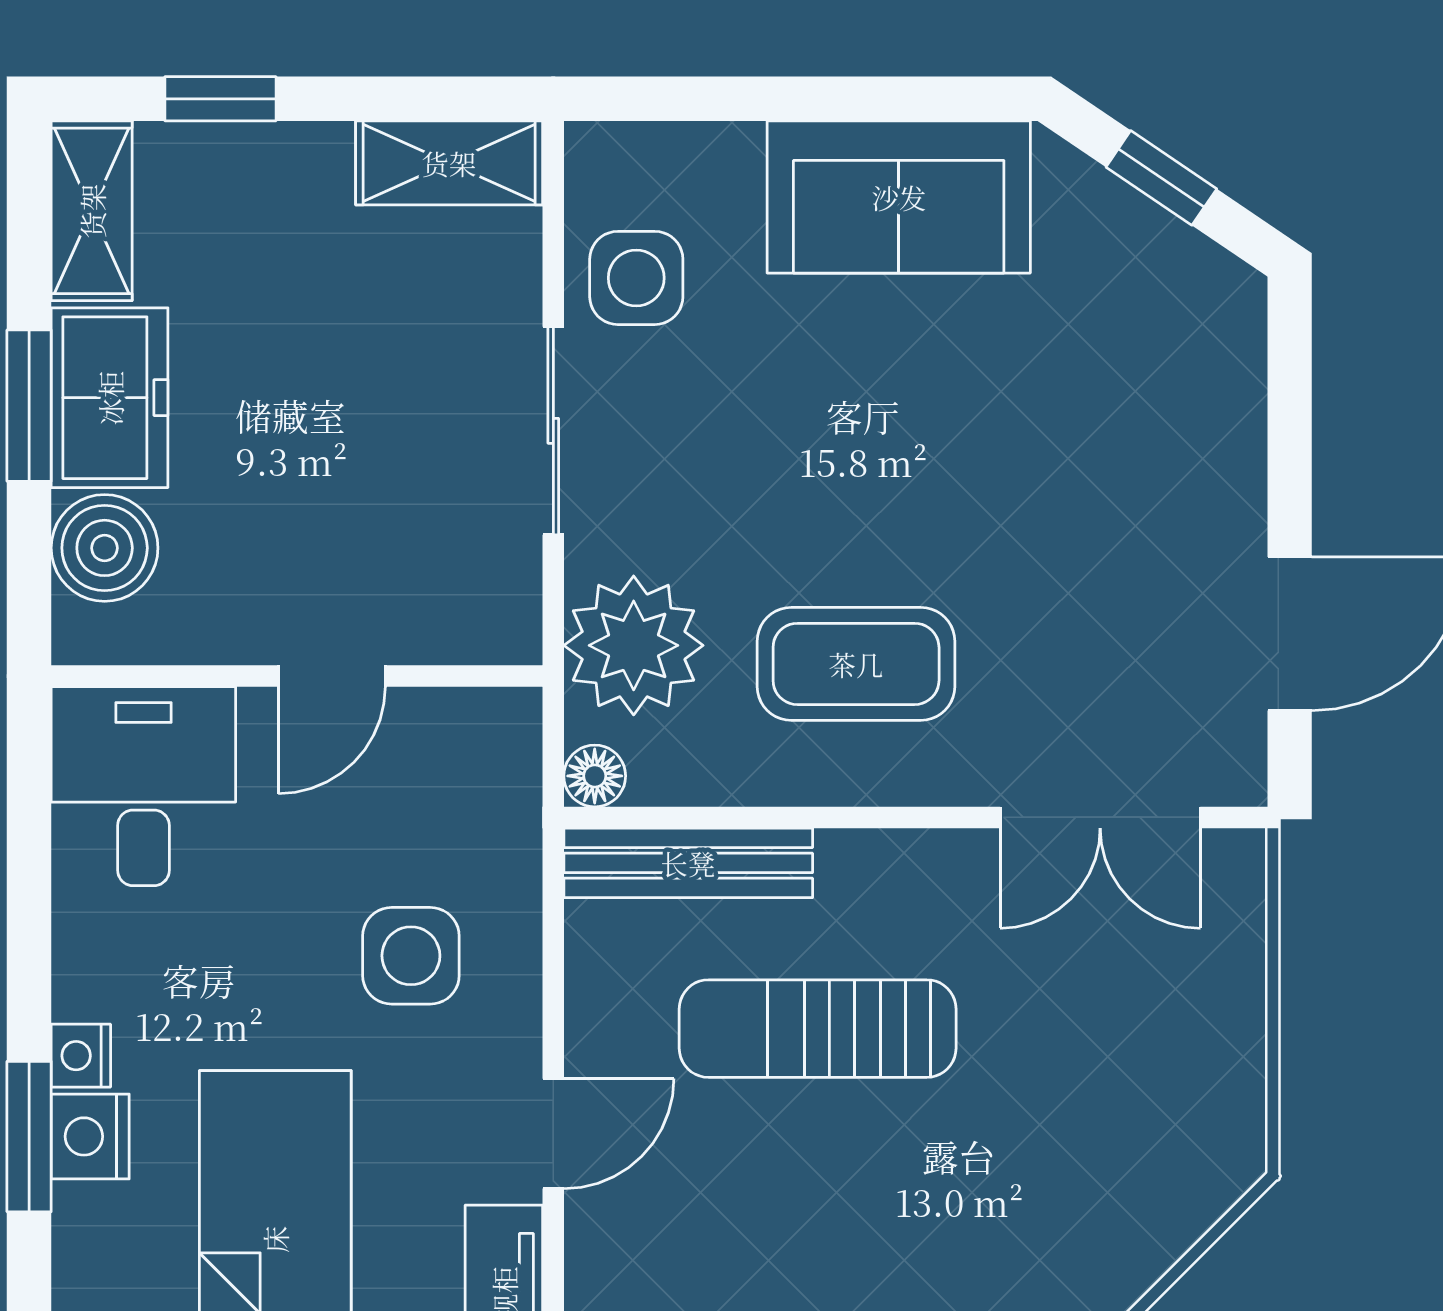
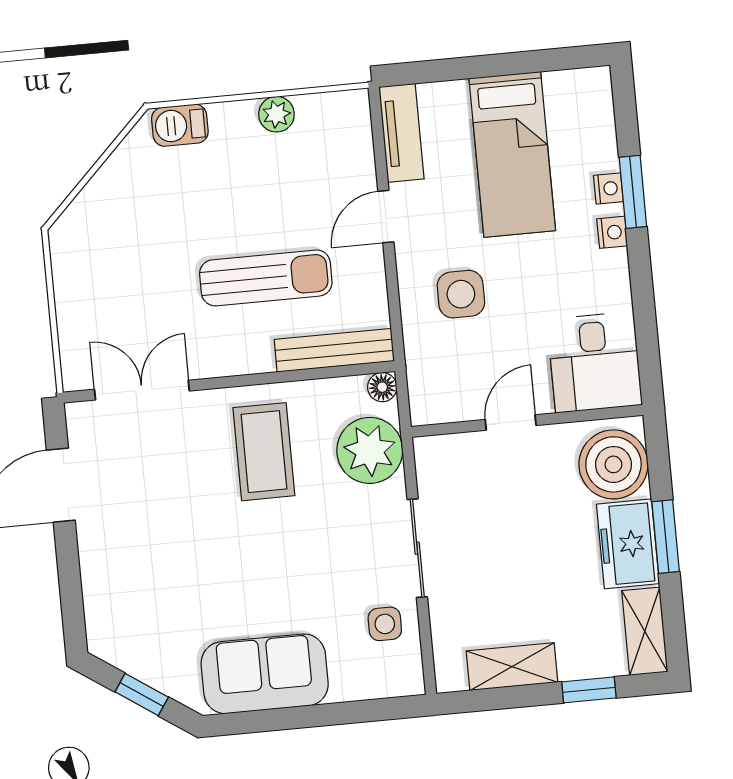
shelving: (449, 163) -> (512, 667), moved
side table: (636, 278) -> (385, 624), width x0.73, depth x0.73
boiler: (105, 548) -> (613, 464), width x1.37, depth x1.37
coffee table: (856, 664) -> (264, 452), turned 90
nightstand: (90, 1136) -> (608, 189), width x0.72, depth x0.74

